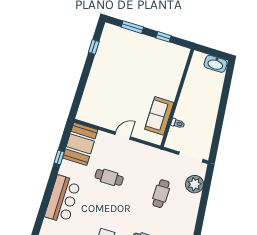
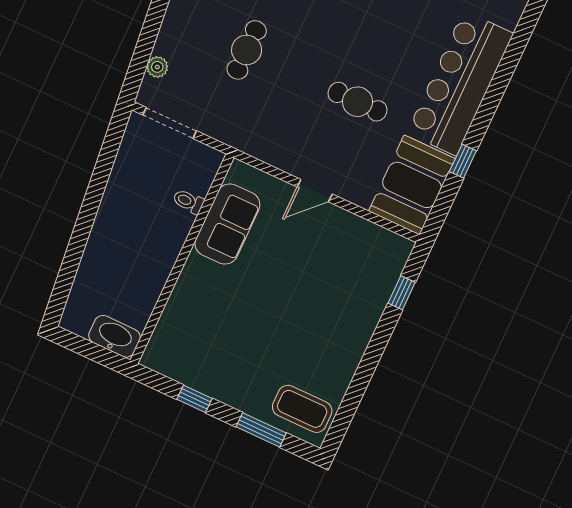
coffee table: (115, 39) -> (302, 409), added
window: (94, 47) -> (402, 293), moved
washbasin: (216, 64) -> (115, 336), moved
plant: (195, 184) -> (157, 67), width x0.53, depth x0.53
bar counter: (63, 199) -> (460, 83), width x1.36

